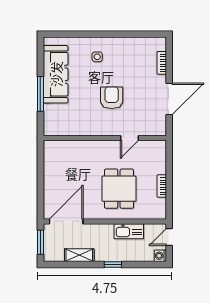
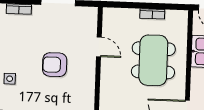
dining table: (119, 189) -> (153, 60), width x1.38

